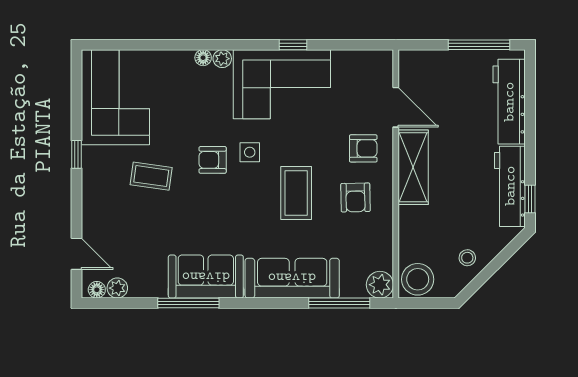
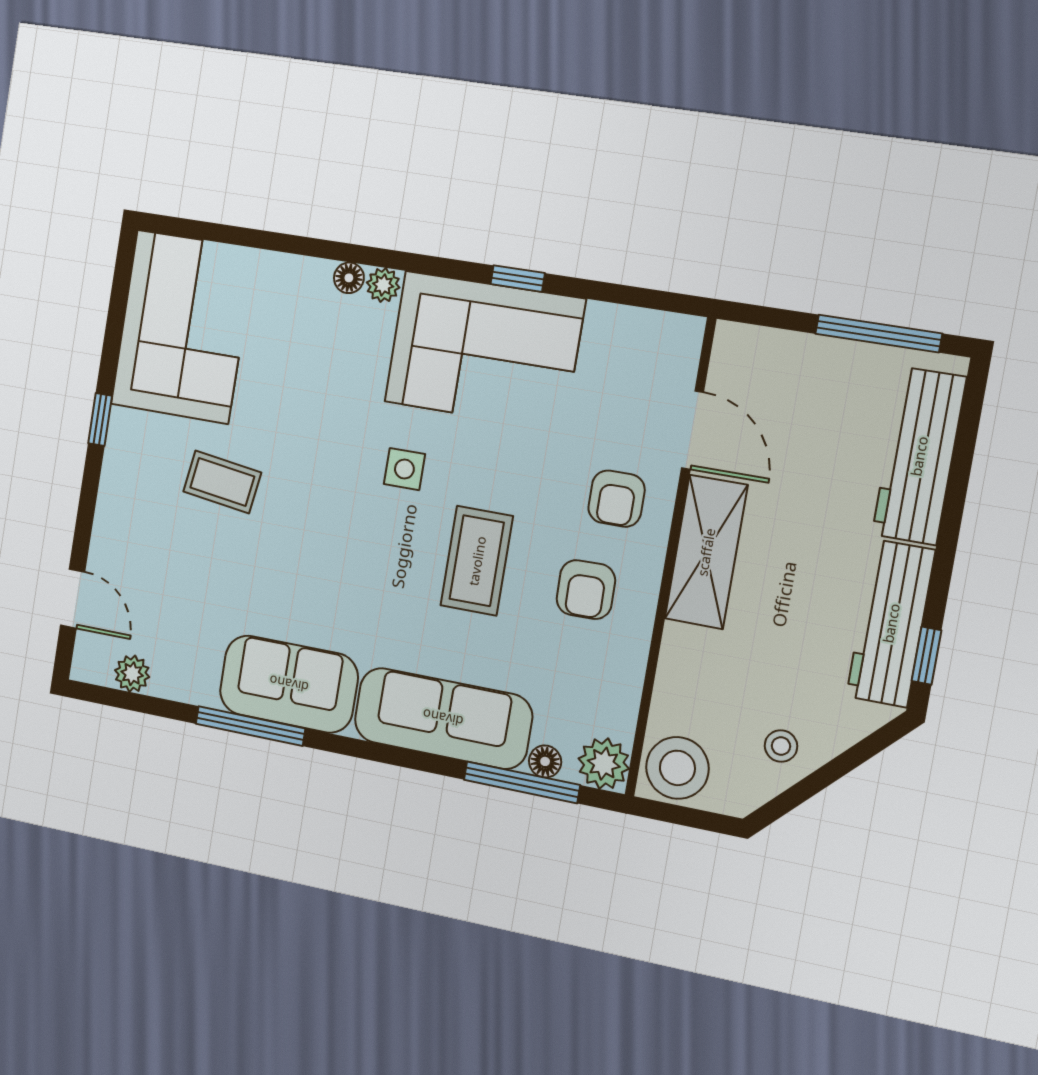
armchair: (363, 148) -> (616, 499), turned 90
armchair: (213, 160) -> (335, 471), removed
floor lamp: (97, 290) -> (545, 761), moved

